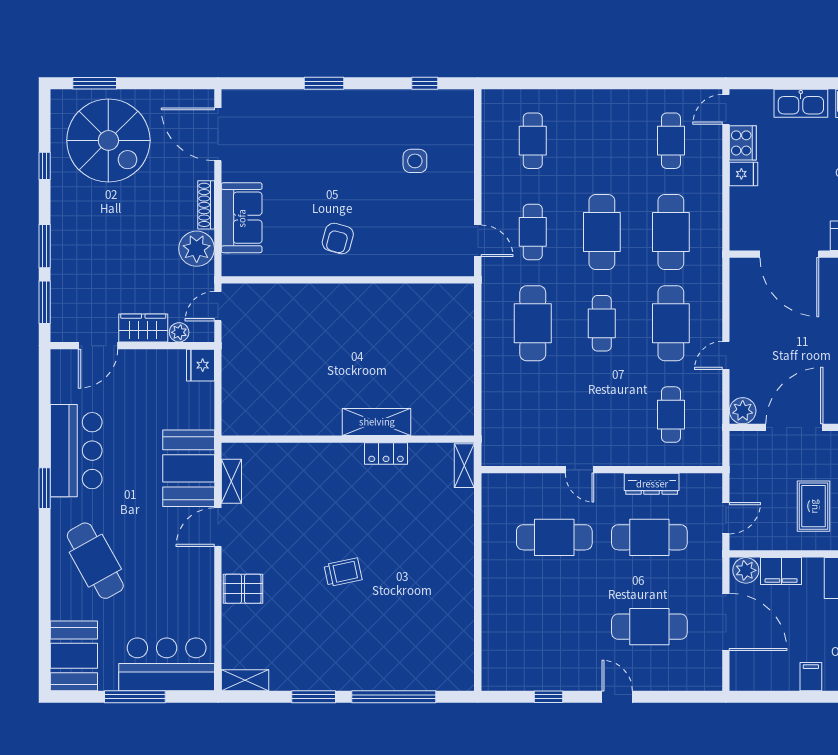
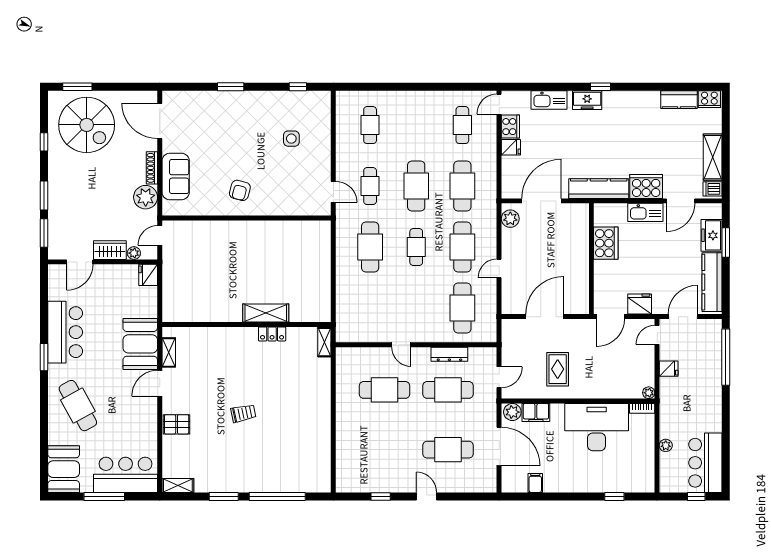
door: (789, 254) -> (541, 201), swing flipped
plant: (743, 411) -> (510, 219), moved
cafe table: (671, 415) -> (462, 308), width x1.37, depth x1.35
filing cabinet: (811, 677) -> (535, 483), moved

